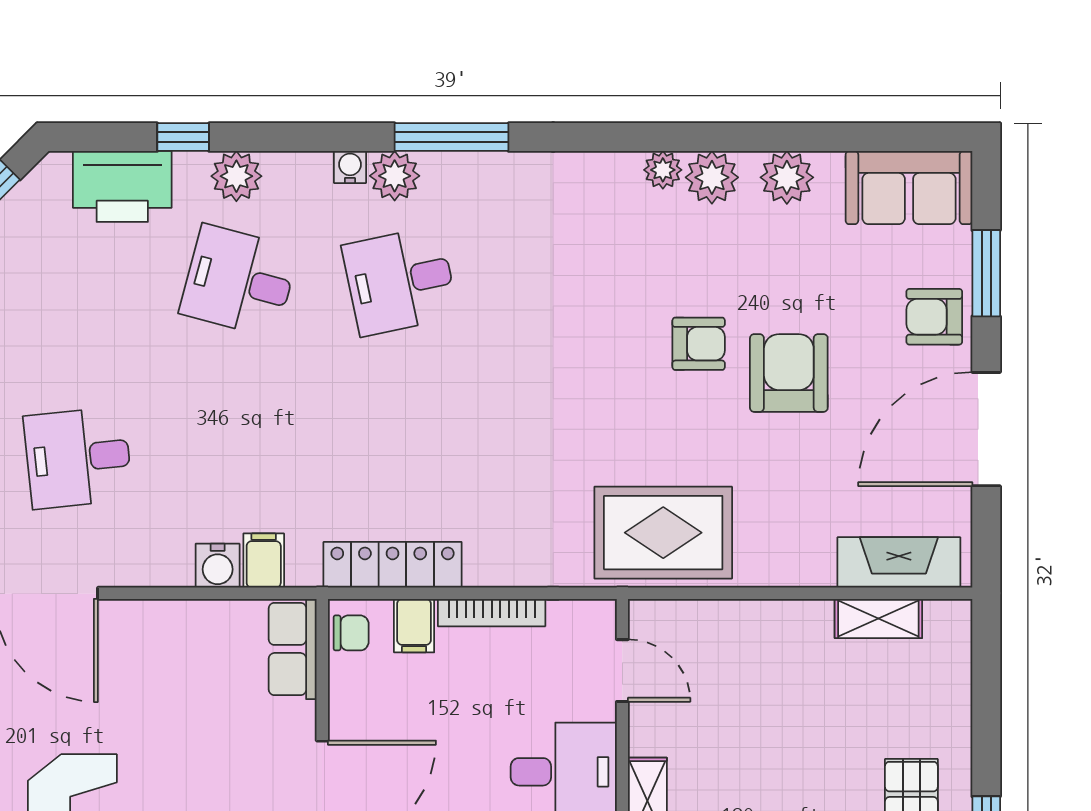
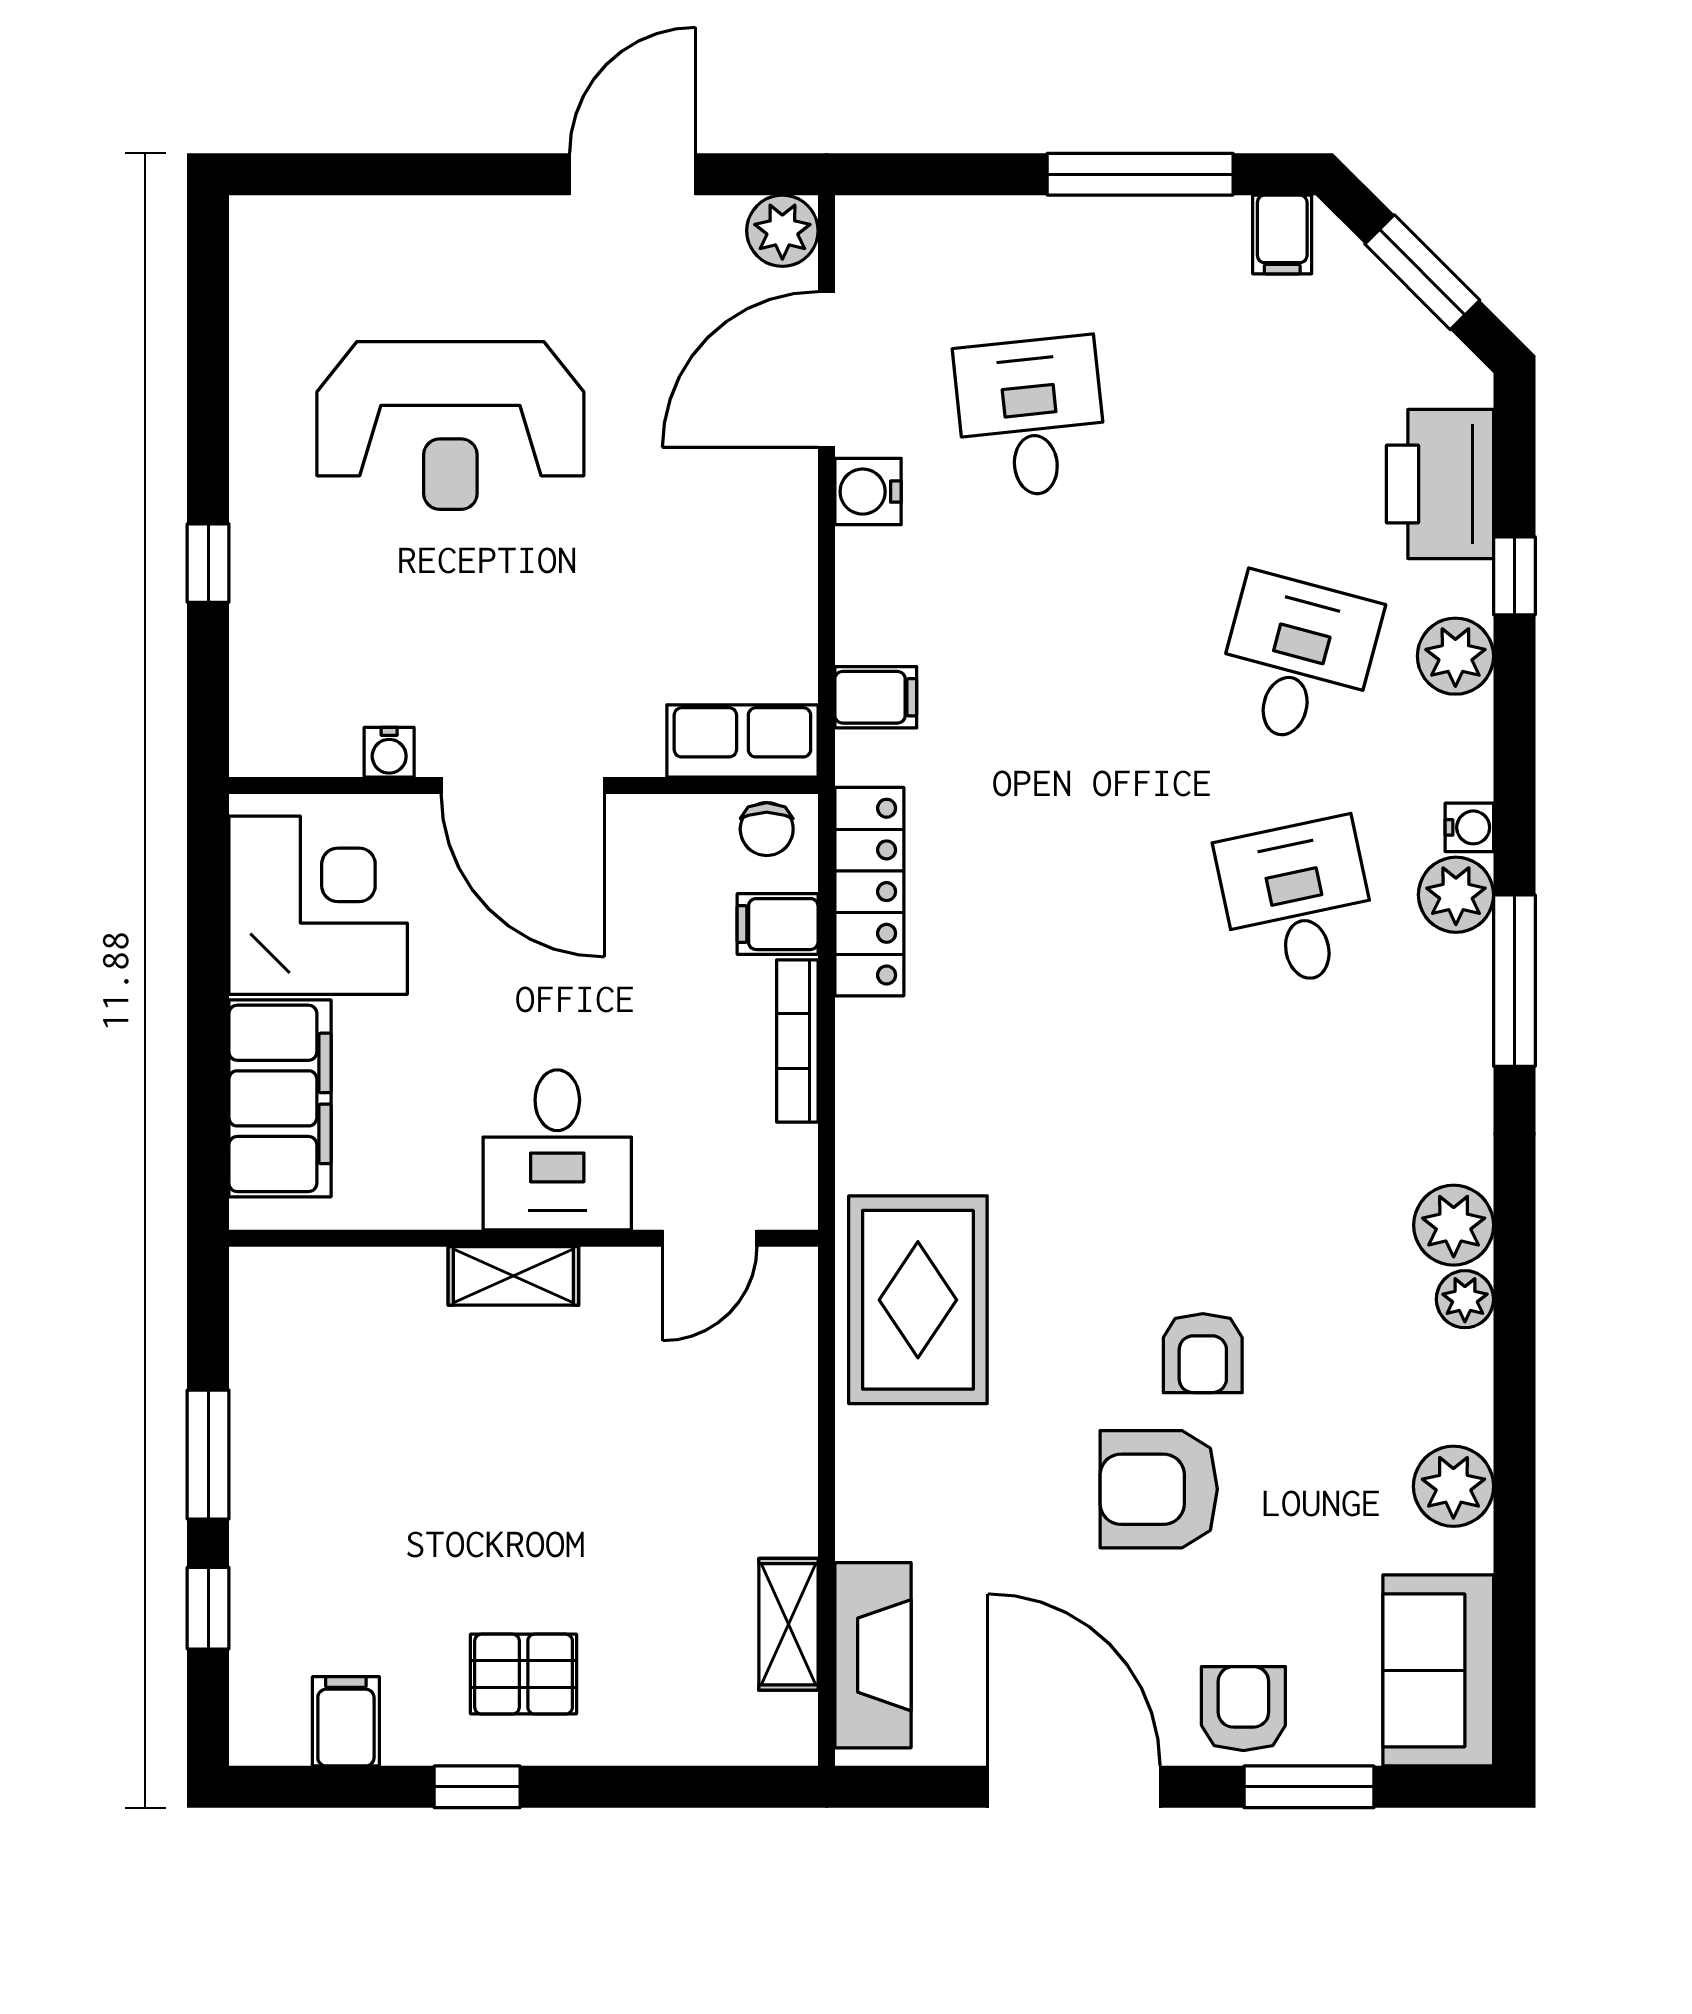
plant: (712, 177) -> (1454, 1225), moved
armchair: (789, 373) -> (1159, 1489), turned 180
water cooler: (218, 566) -> (868, 492), moved

